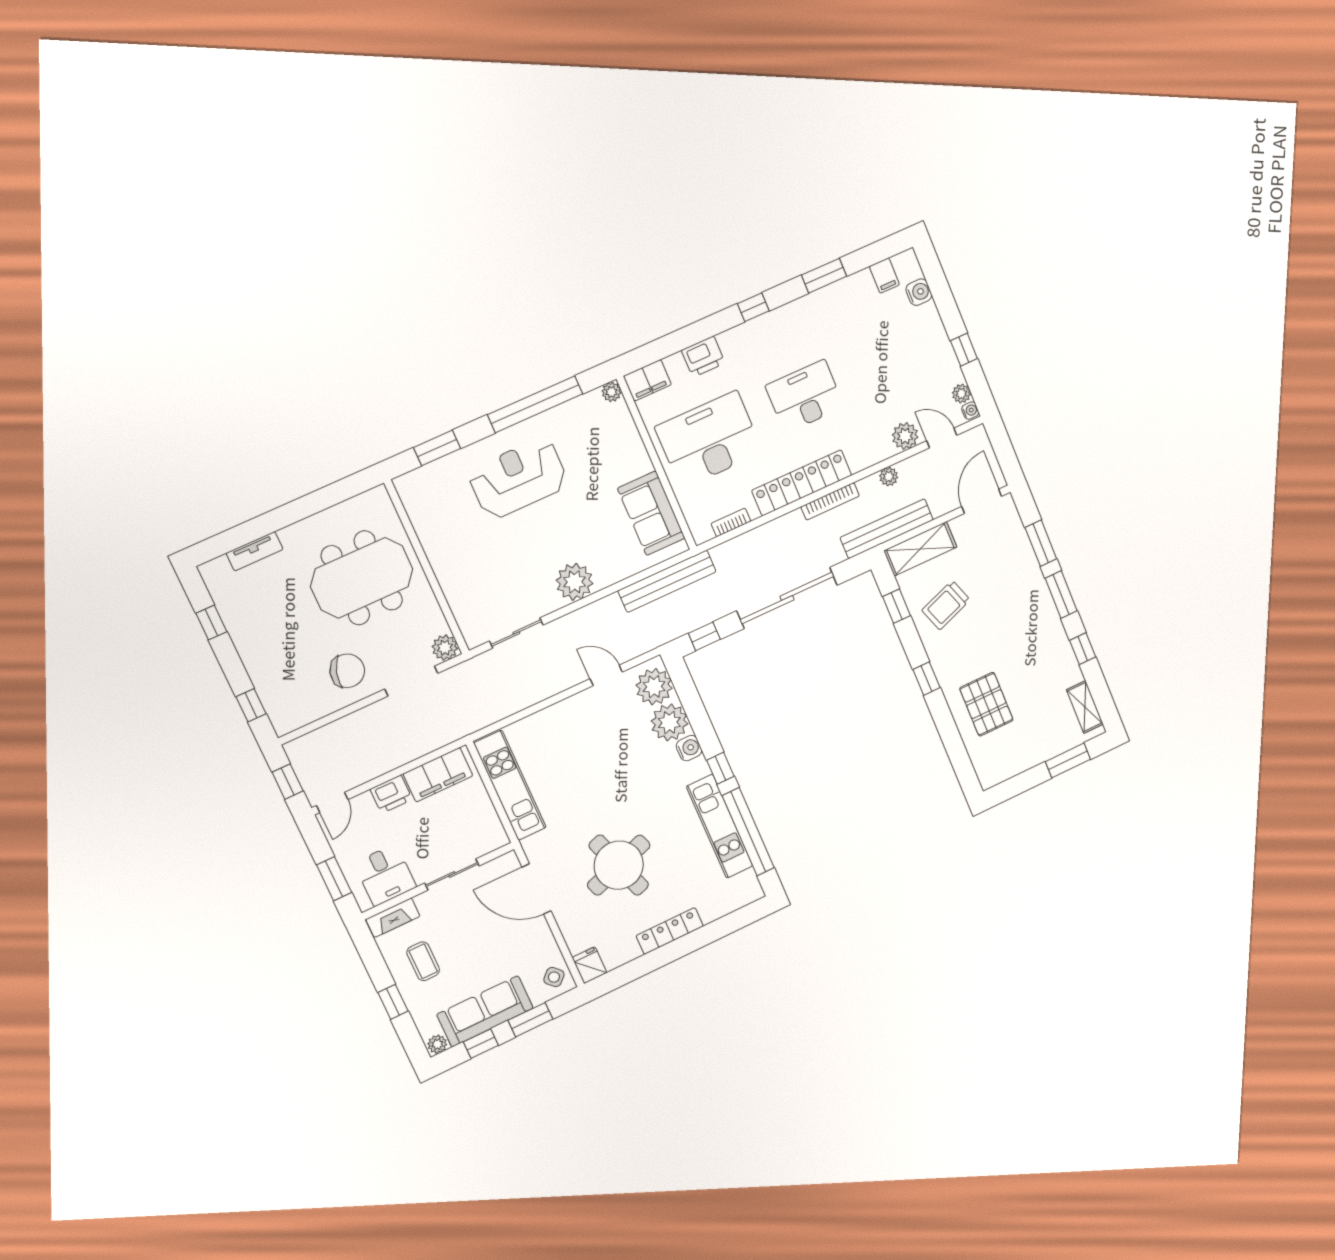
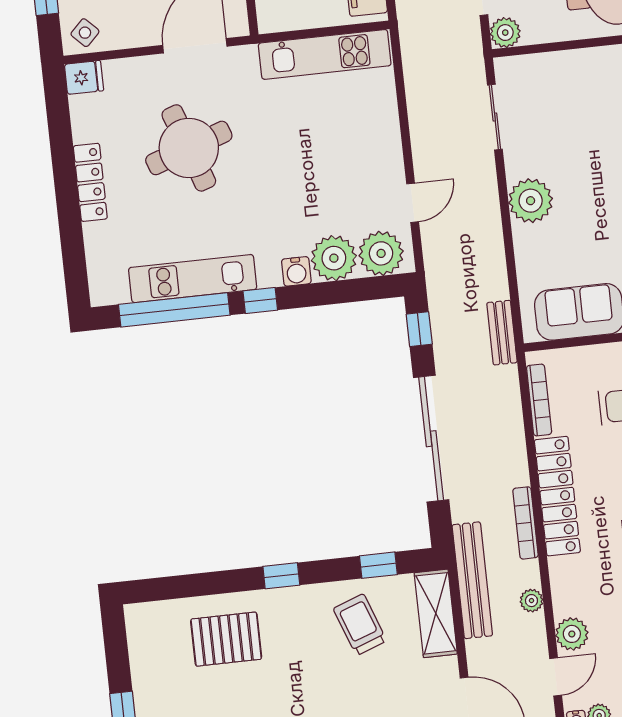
bookcase: (731, 522) -> (539, 400), width x1.56
bench: (667, 581) -> (502, 333), width x0.54, depth x0.82

